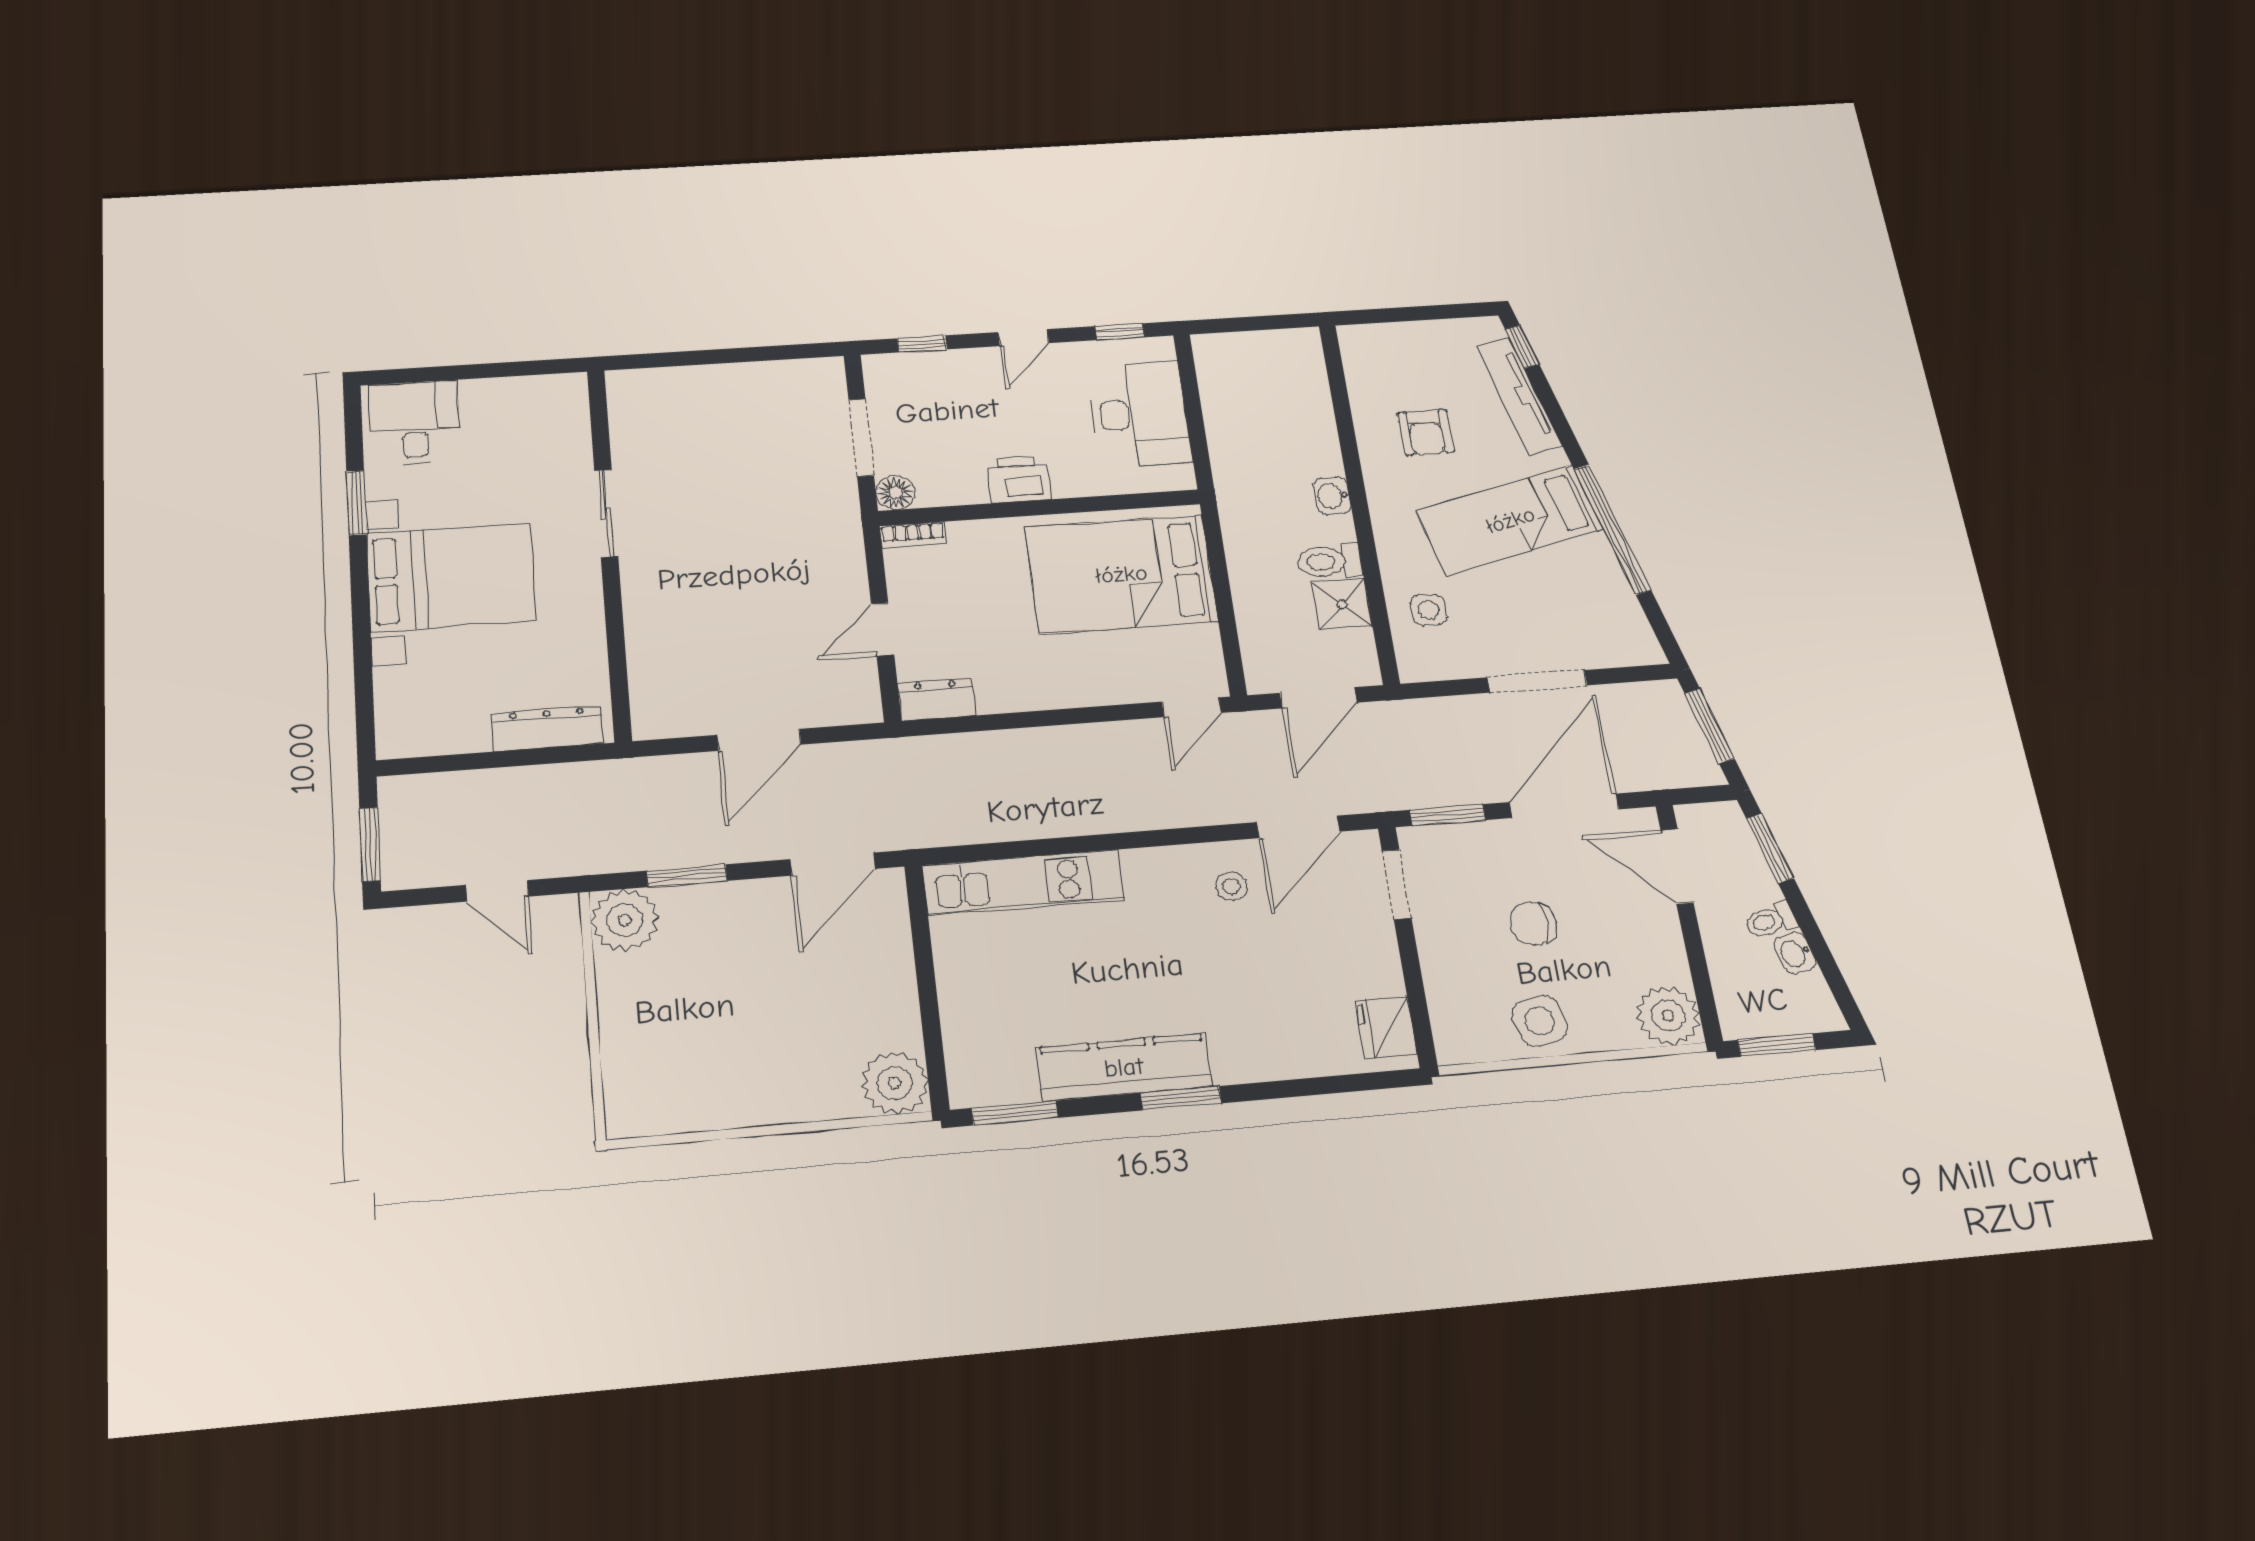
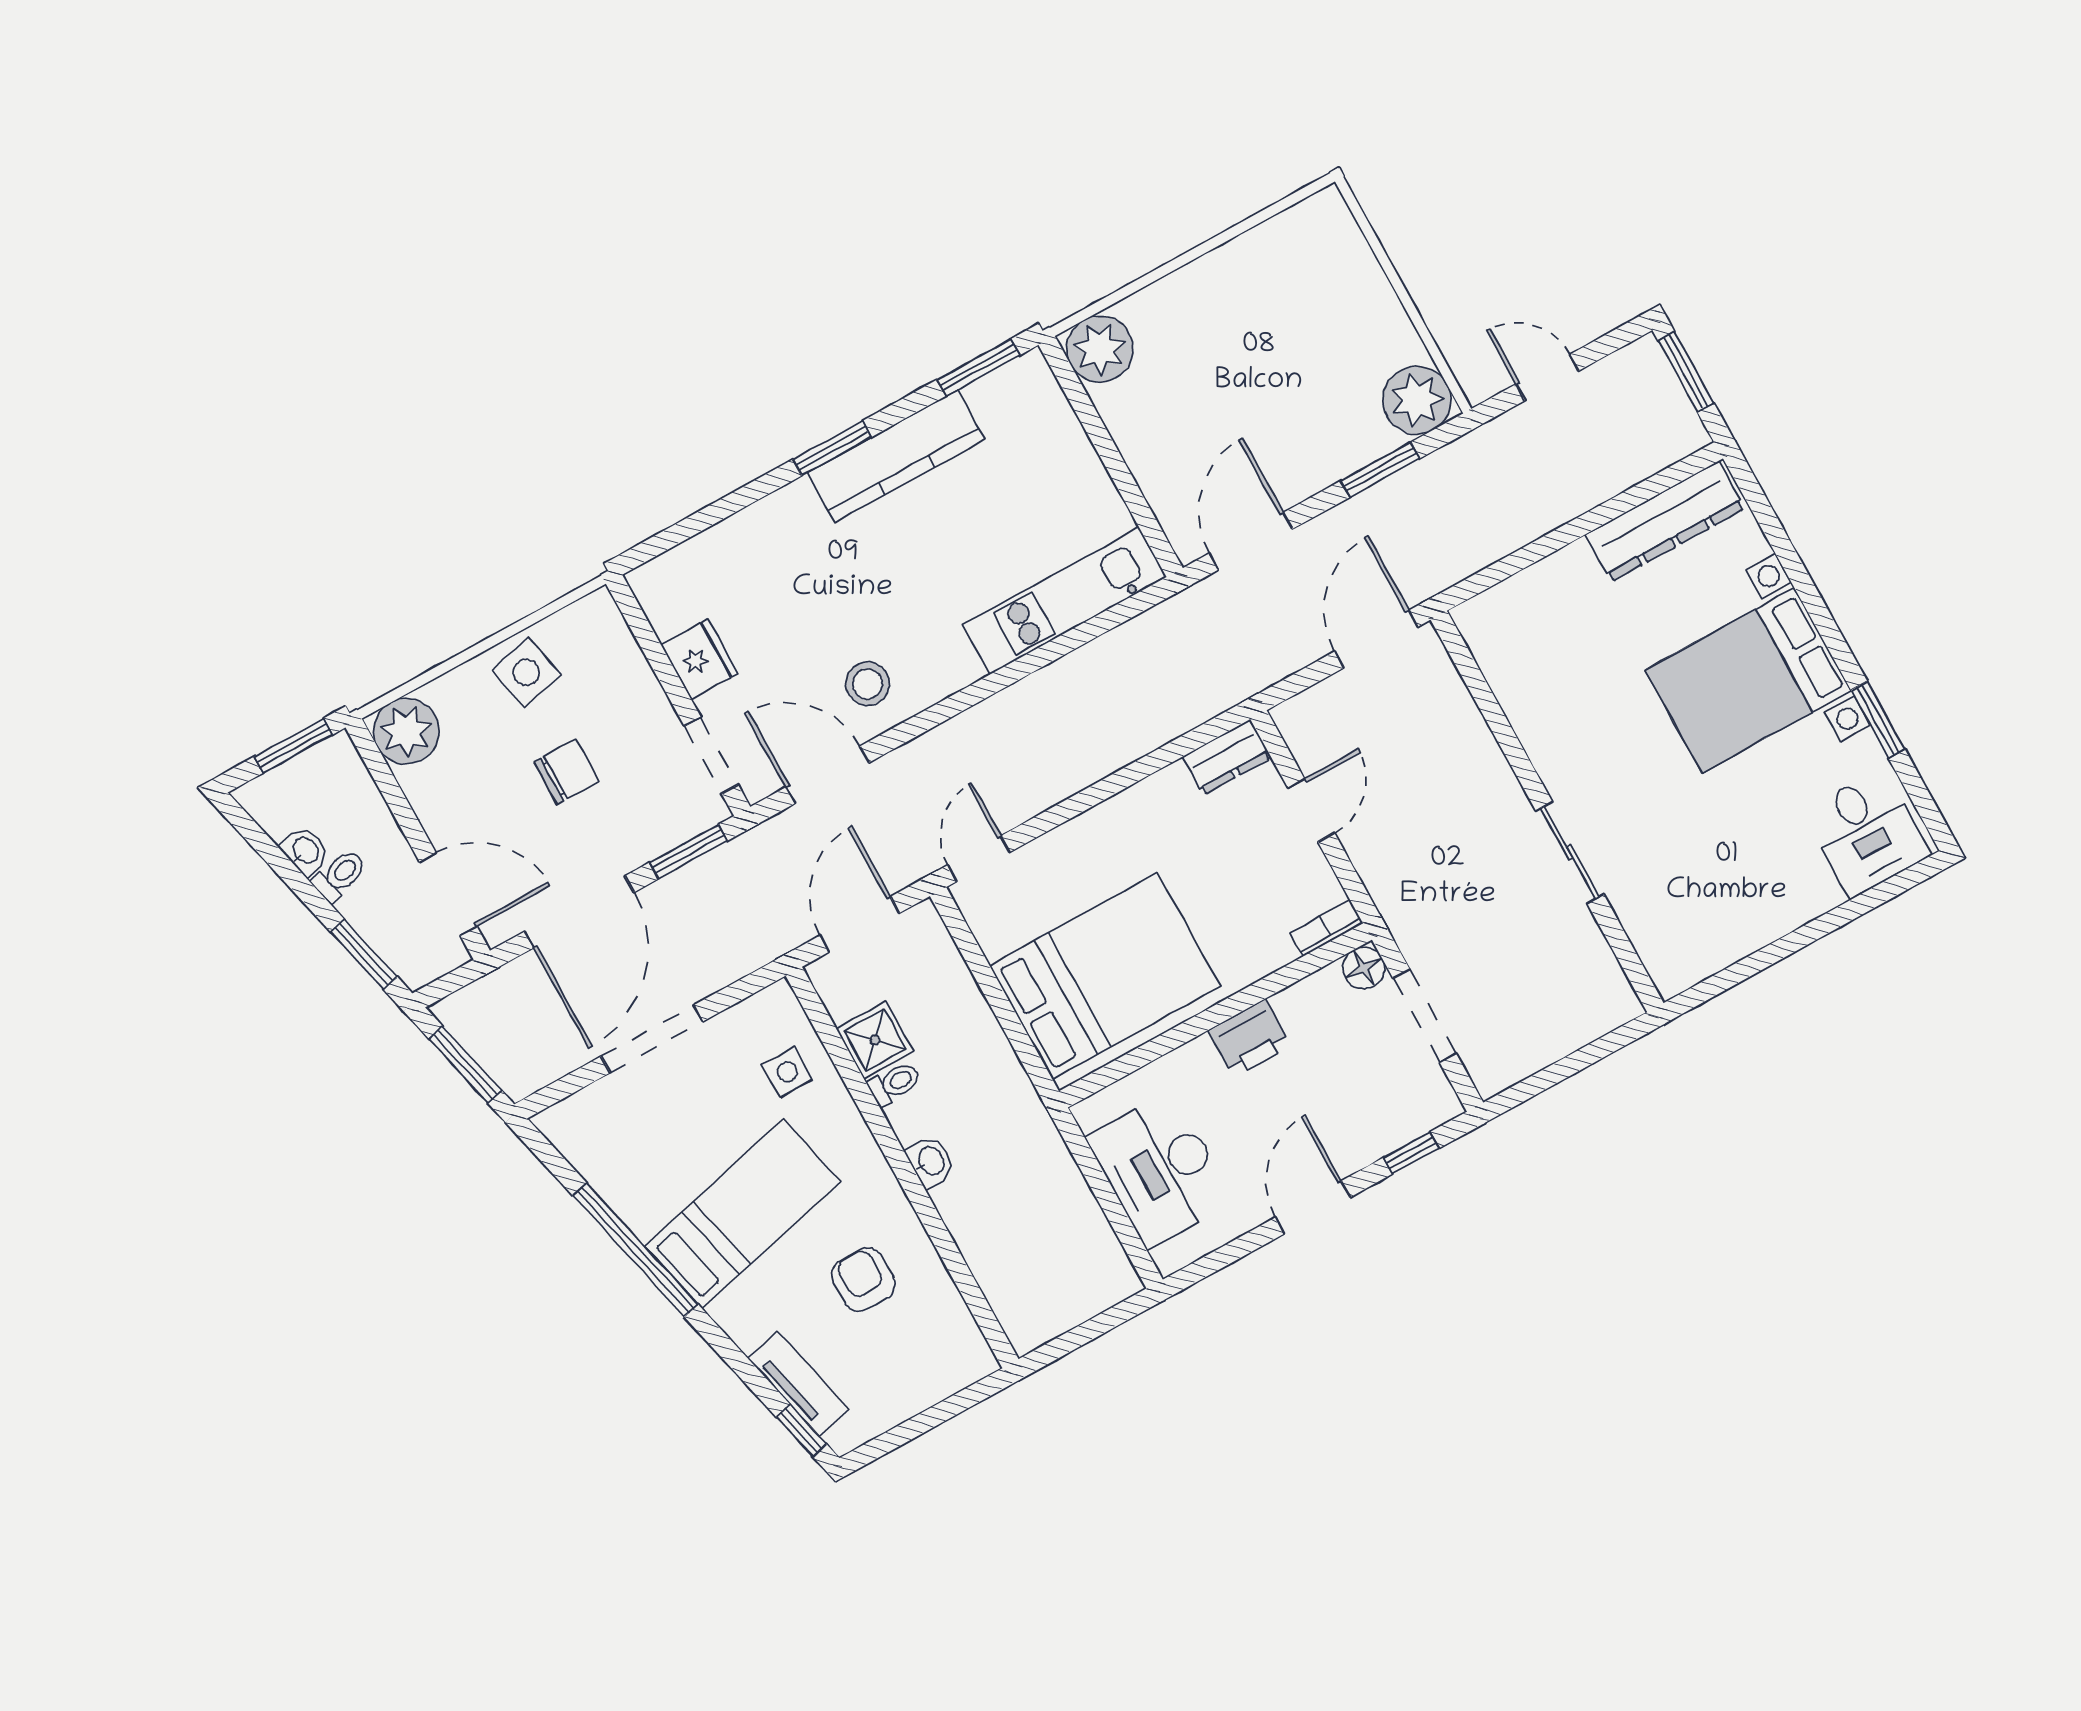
window: (1120, 332) -> (1219, 1259), removed
door: (1024, 338) -> (1313, 1207), width x1.38
tv unit: (1519, 396) -> (798, 1384), width x0.71
sliding door: (606, 513) -> (1570, 853), moved
wall: (609, 552) -> (1547, 811), moved
toilet: (1329, 561) -> (894, 1083), width x0.73, depth x0.72
dresser: (548, 728) -> (1665, 521), moved, width x1.37, depth x1.24
door: (1298, 827) -> (827, 775), hinge flipped
stool: (1231, 886) -> (868, 684), width x1.37, depth x1.37
fridge: (1386, 1027) -> (699, 659), moved

